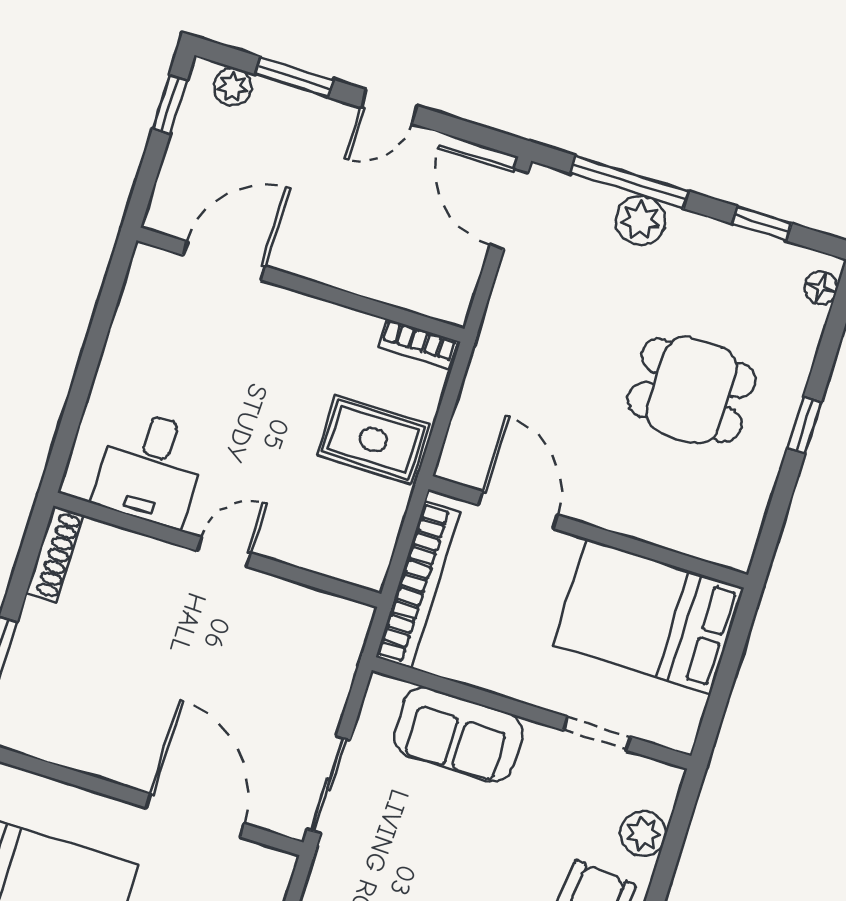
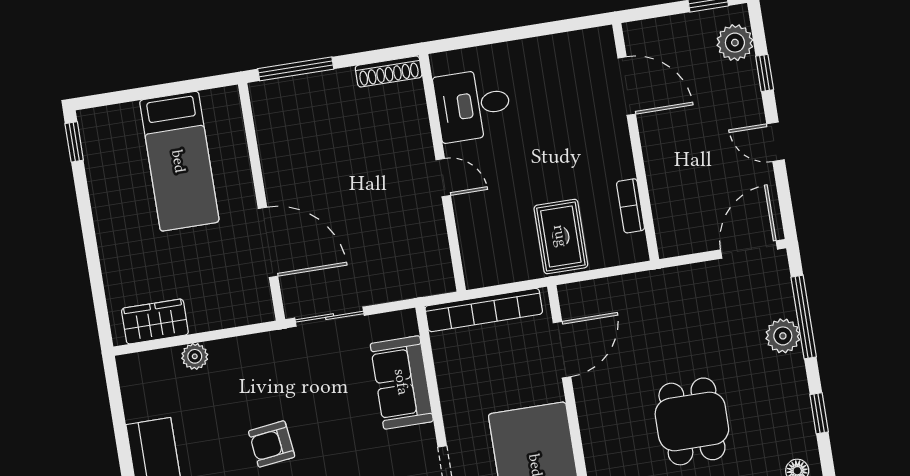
window: (295, 77) -> (765, 73), width x0.67
plant: (233, 87) -> (735, 43), width x1.38, depth x1.38
bookcase: (418, 344) -> (631, 206), moved
door: (195, 816) -> (268, 242), hinge flipped

